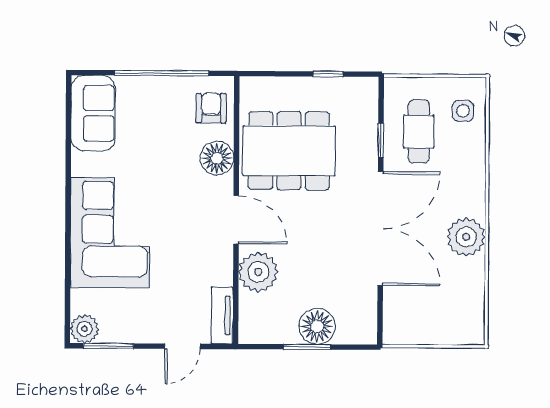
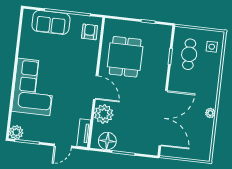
sofa: (93, 113) -> (51, 22), moved, turned 90
dining table: (289, 151) -> (125, 57), width x0.73
floor lamp: (217, 158) -> (90, 57), removed
double door: (380, 229) -> (163, 118), moved
plant: (466, 237) -> (210, 113), width x0.53, depth x0.53
floor lamp: (317, 326) -> (107, 141), moved

